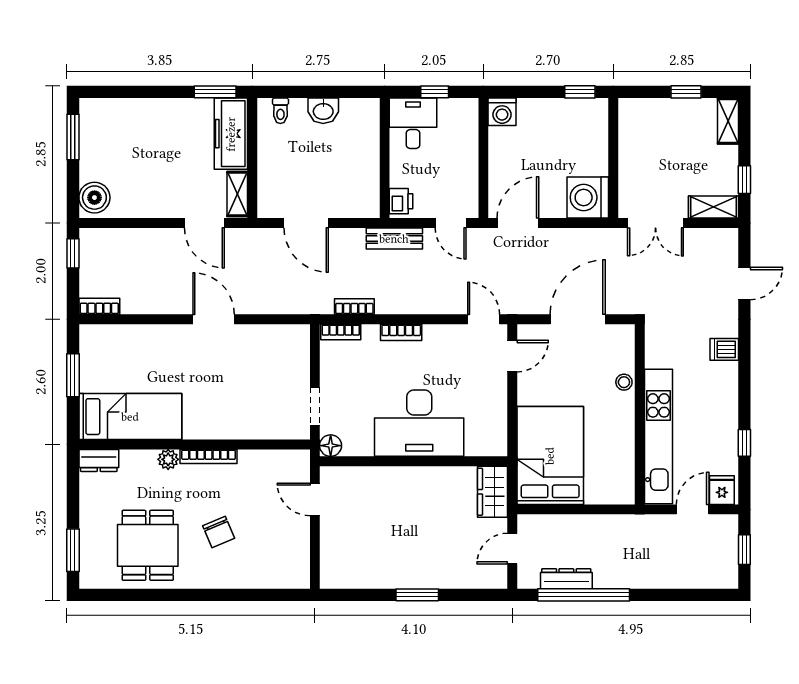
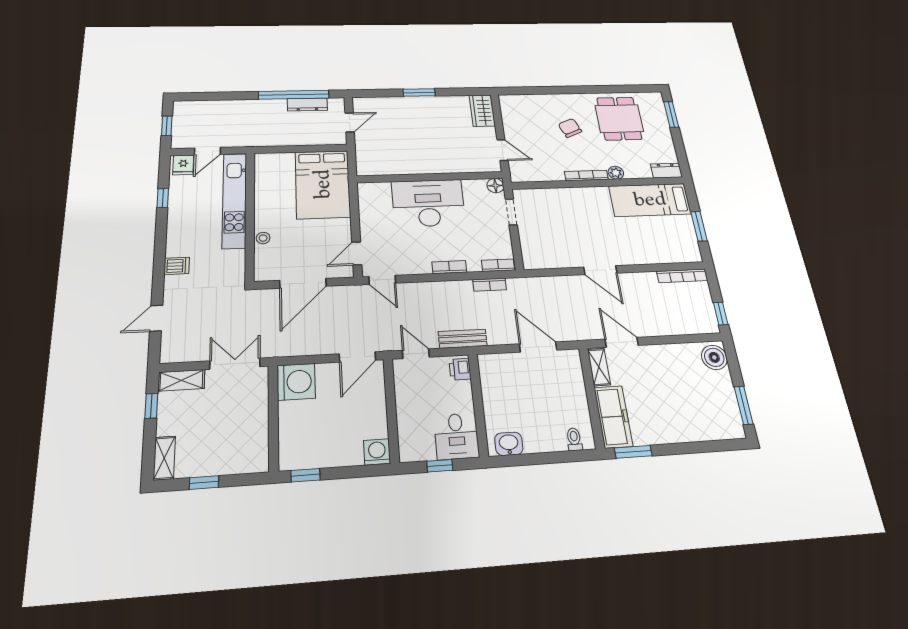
washbasin: (323, 111) -> (509, 444), moved
bookcase: (99, 306) -> (682, 276), width x1.56
wardrobe: (493, 492) -> (482, 111), moved, turned 180

